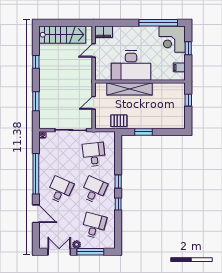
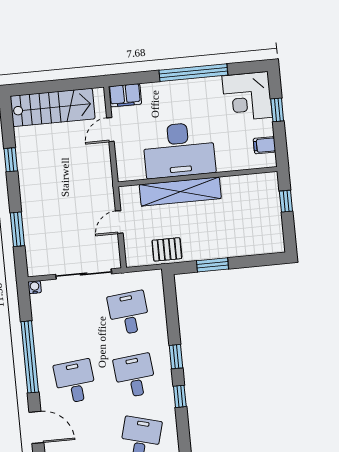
window: (158, 23) -> (193, 73), moved
desk: (60, 190) -> (75, 381), turned -30
desk: (94, 190) -> (135, 376), turned -30

